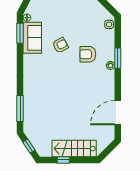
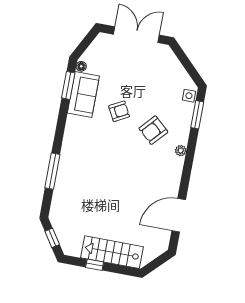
armchair: (88, 54) -> (153, 130), turned -48
window: (118, 58) -> (197, 115), moved
window: (20, 108) -> (52, 171), moved

